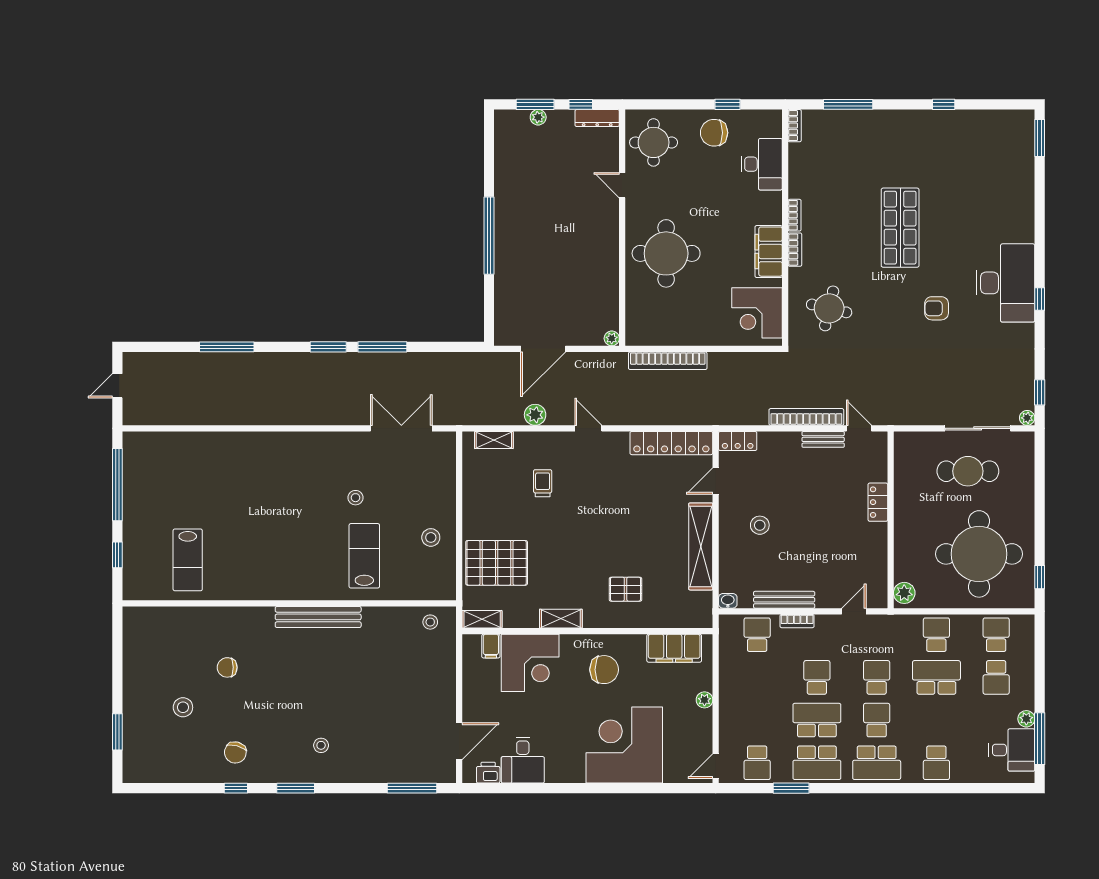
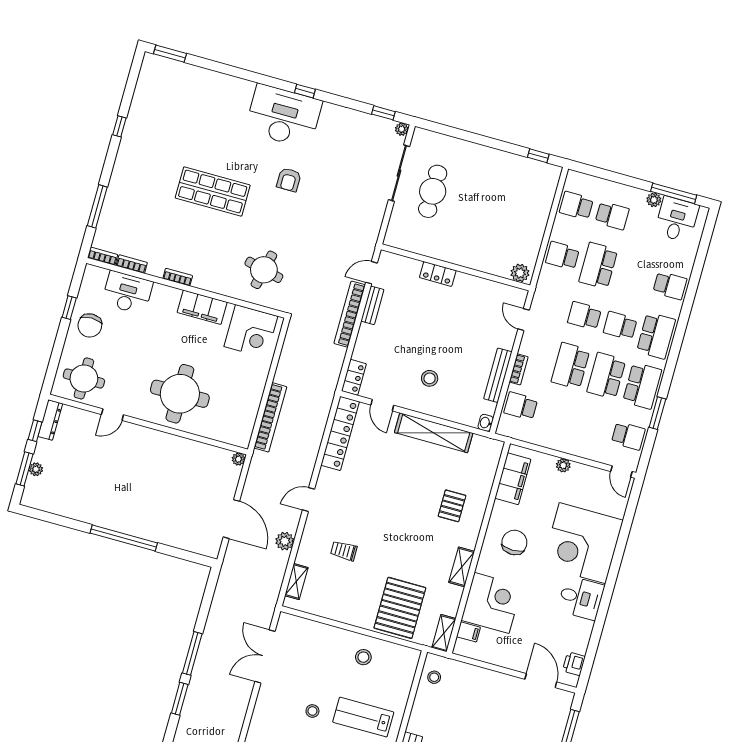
bookcase: (795, 250) -> (132, 264), moved
round table: (979, 554) -> (505, 201), removed
school desk: (817, 677) -> (570, 366), width x1.85
desk: (523, 760) -> (581, 598), moved

